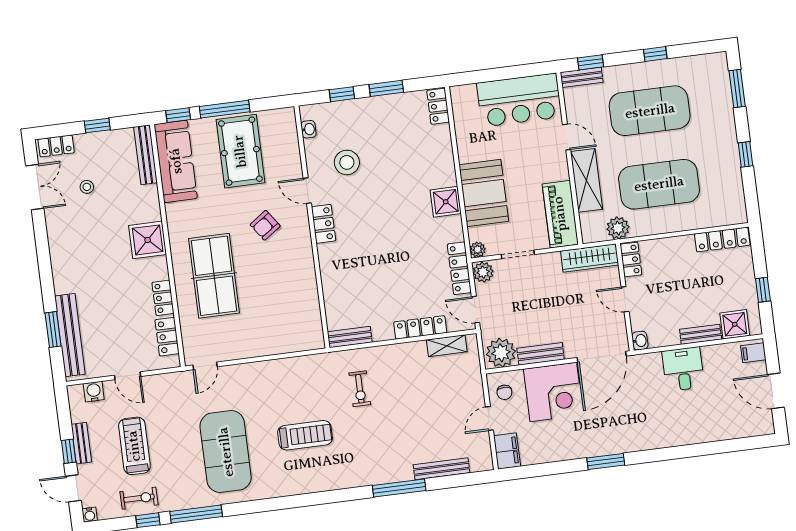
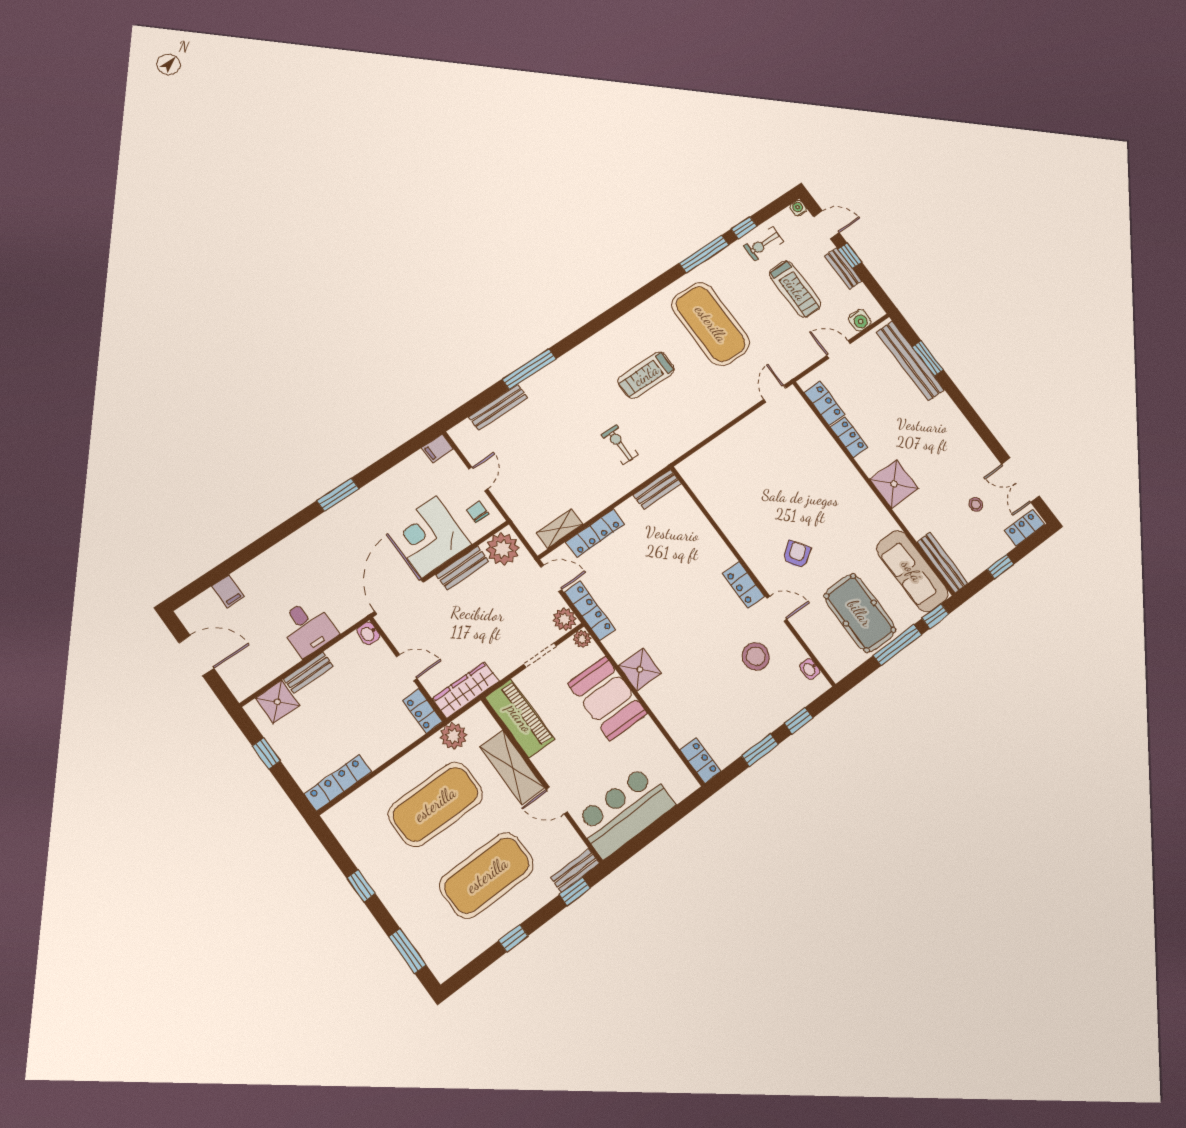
table tennis table: (214, 276) -> (815, 482), removed
filing cabinet: (753, 353) -> (228, 591), moved, turned 90
filing cabinet: (507, 451) -> (438, 448), width x0.50

